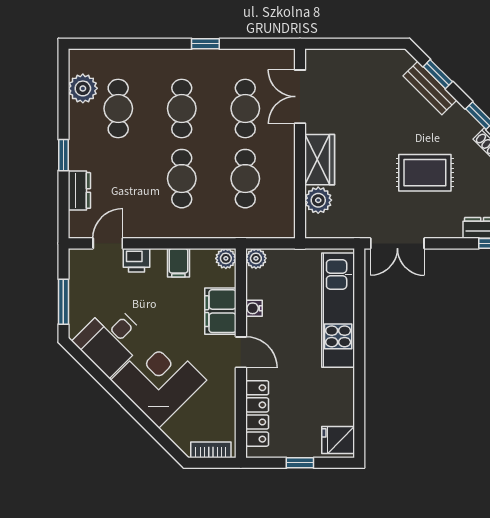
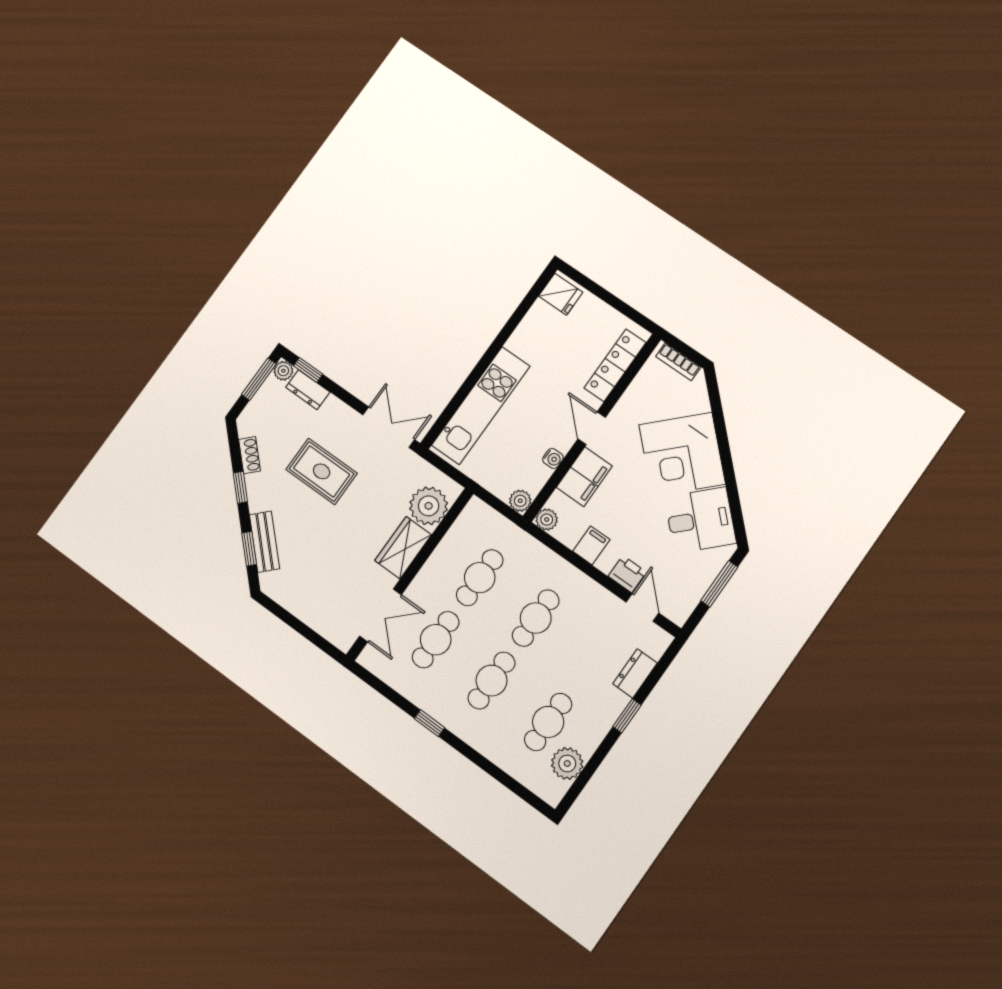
plant: (318, 200) -> (429, 506), width x1.36, depth x1.36
door: (108, 243) -> (642, 608), swing flipped
window: (300, 463) -> (608, 297), removed

